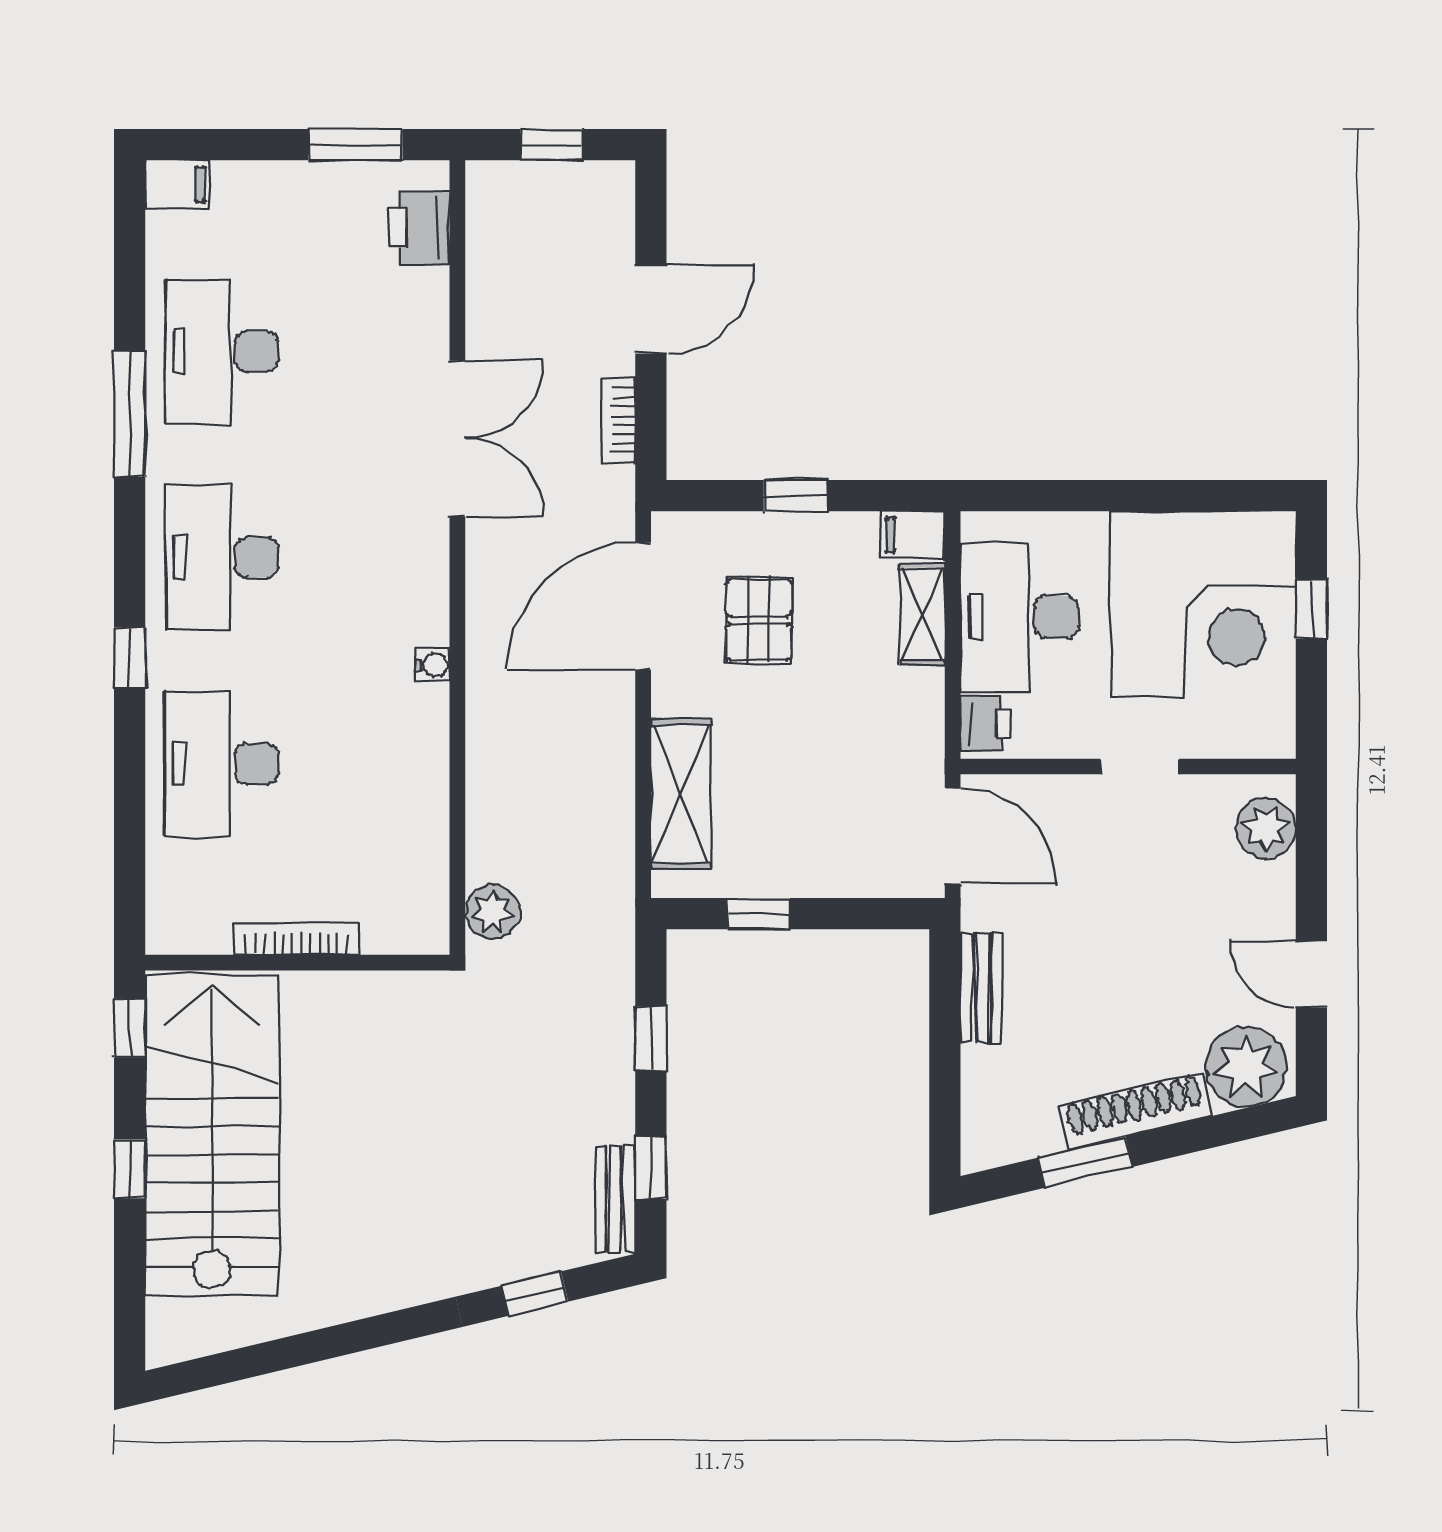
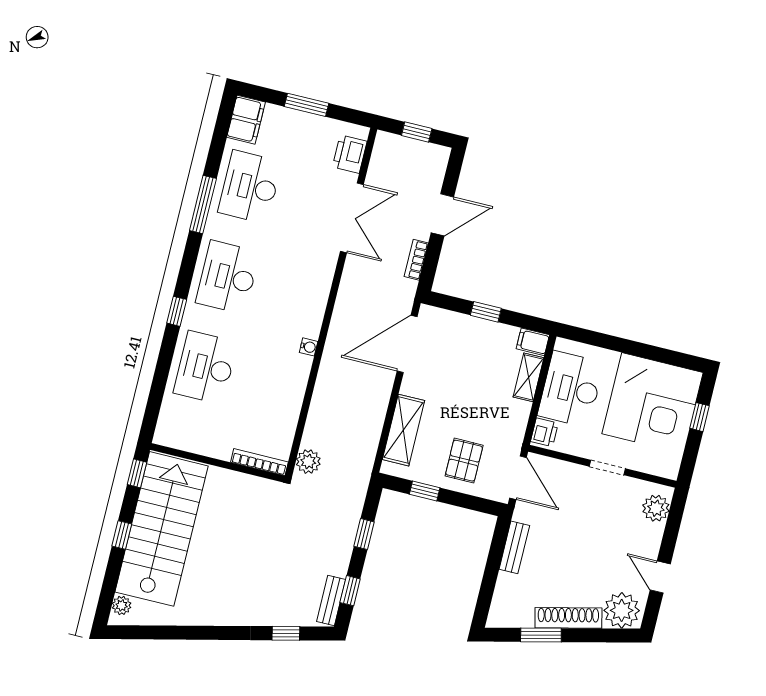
window: (355, 145) -> (307, 105), moved
filing cabinet: (177, 184) -> (246, 120), width x2.00
double door: (457, 438) -> (352, 218), moved
pallet: (759, 620) -> (464, 461), moved
bookcase: (296, 939) -> (259, 462), moved
plant: (166, 1321) -> (122, 605), added

